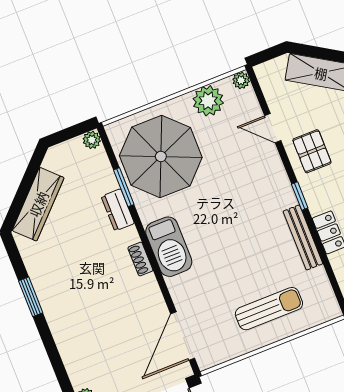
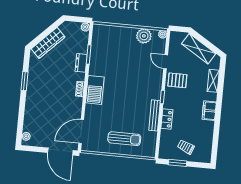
pallet: (312, 151) -> (177, 80), turned 90
parasol: (161, 156) -> (111, 49), removed

